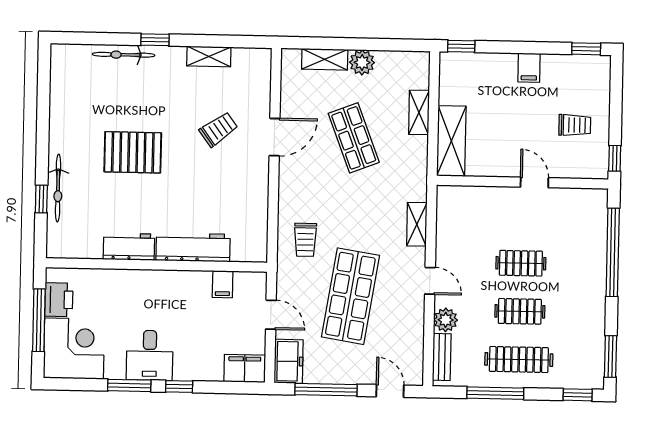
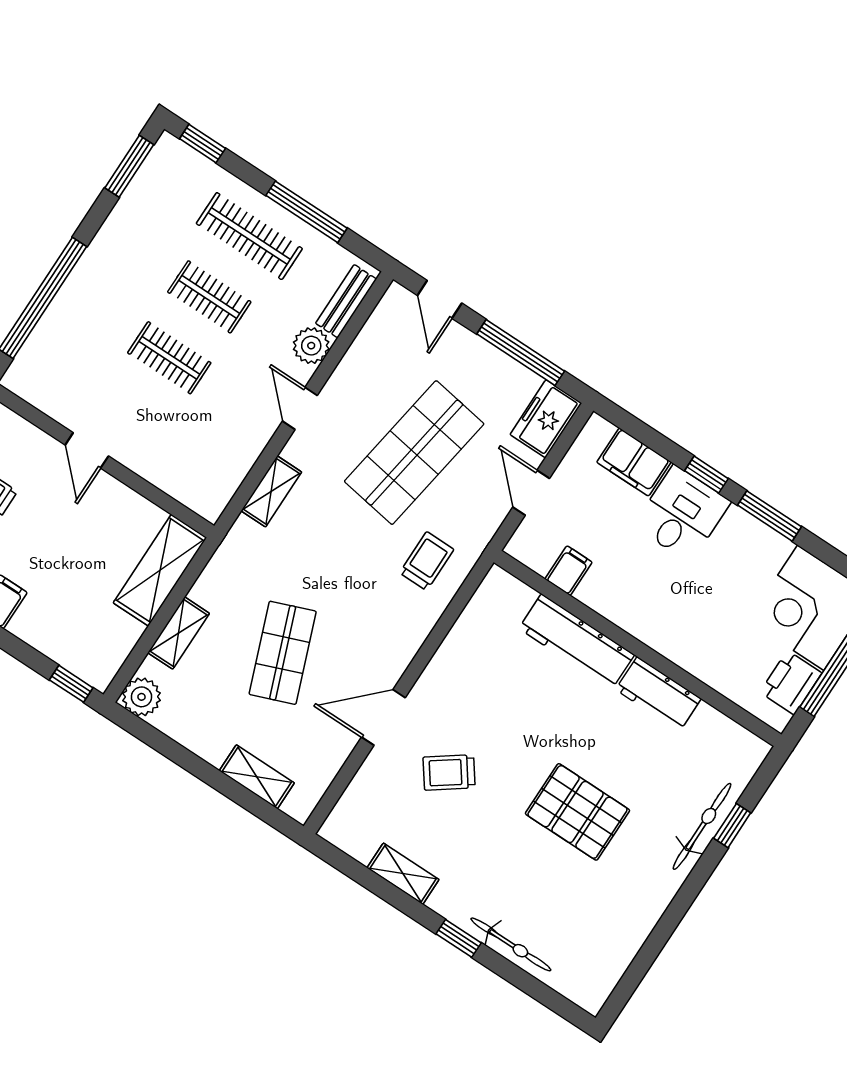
plant: (362, 62) -> (141, 697), moved
desk: (150, 355) -> (682, 514), moved
filing cabinet: (245, 368) -> (634, 462), moved

